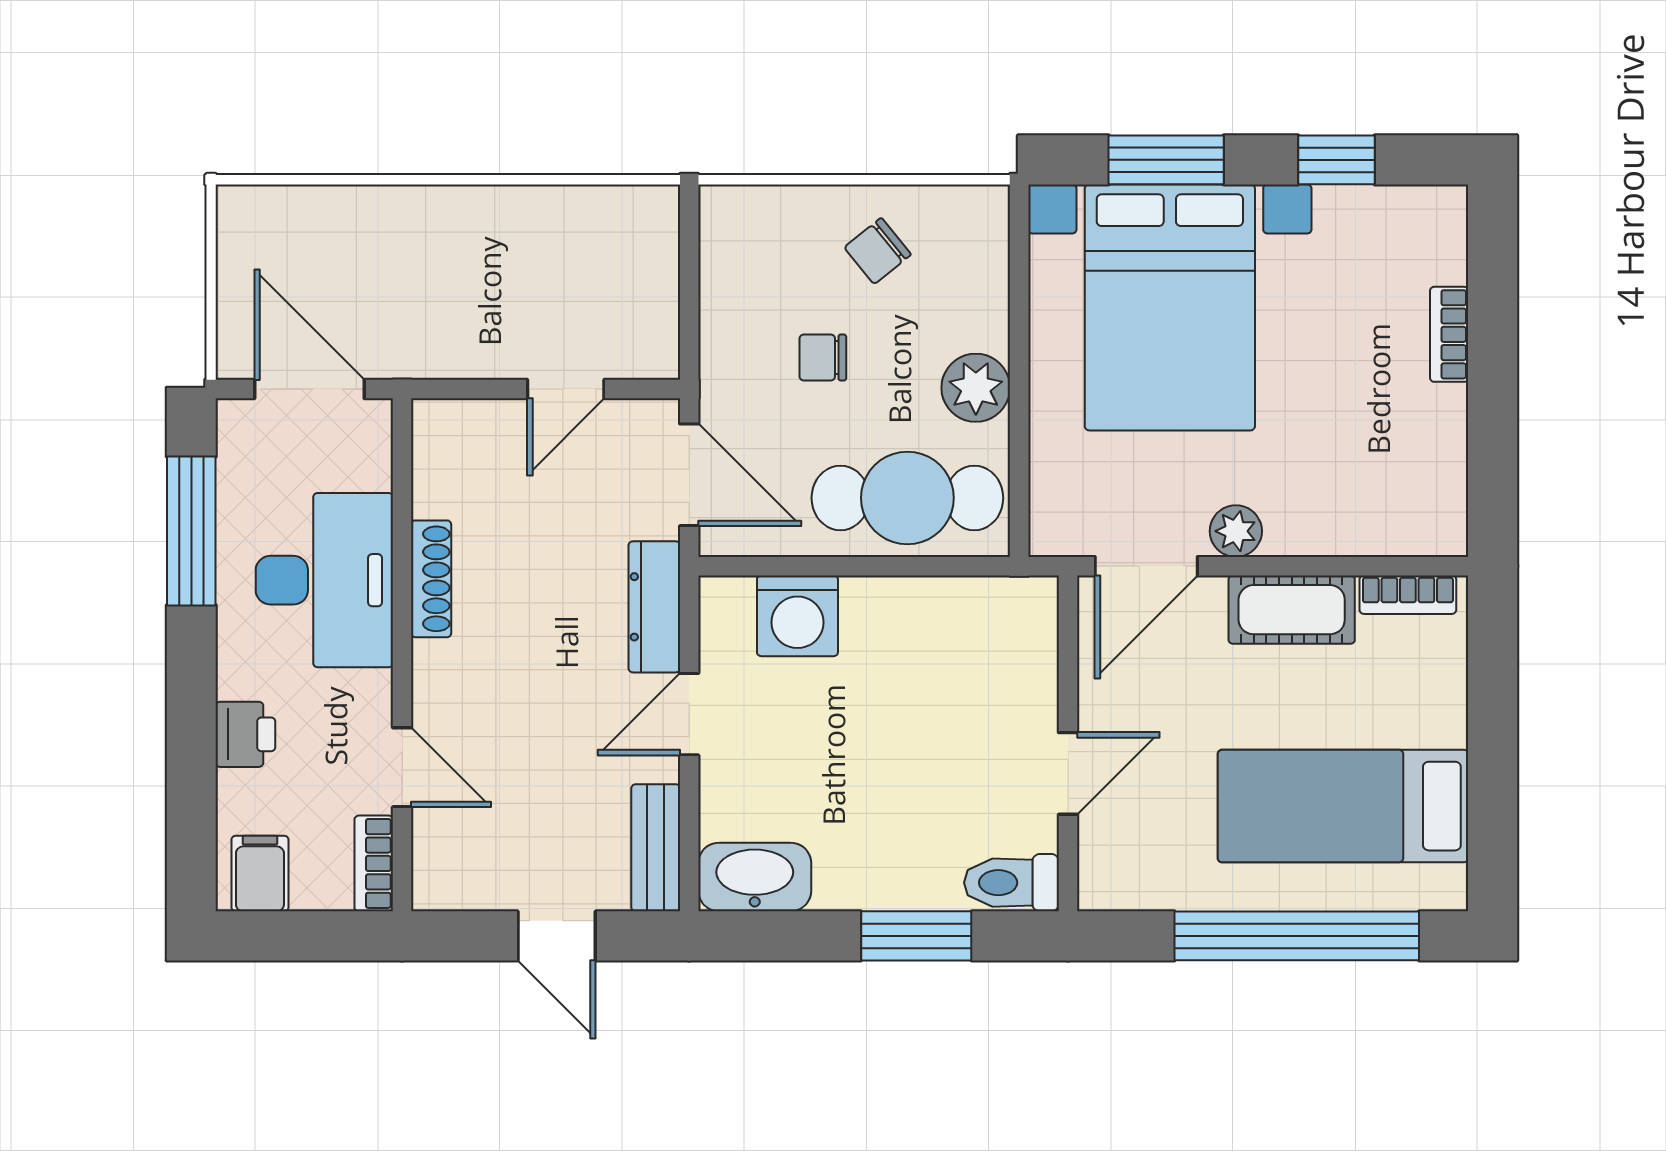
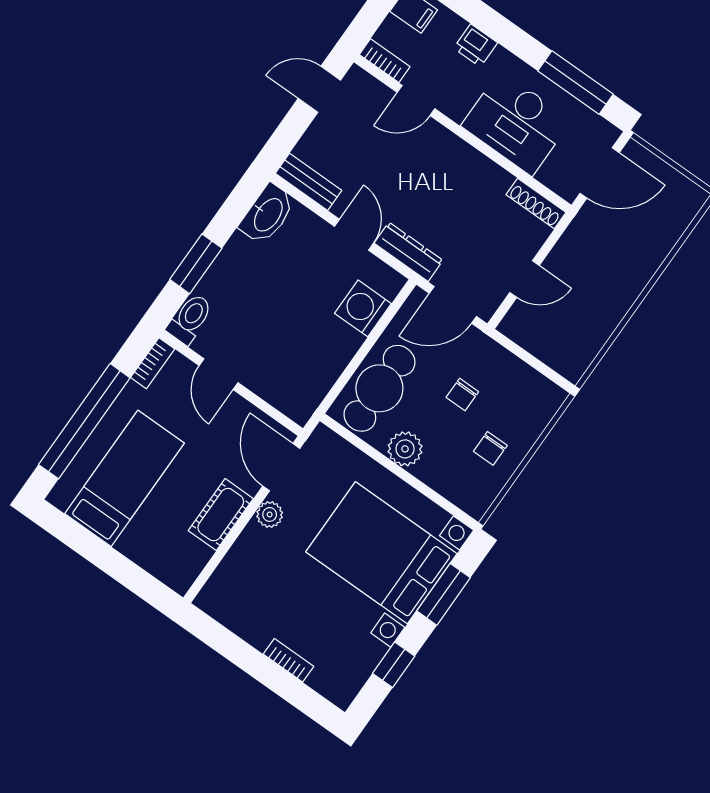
chair: (878, 251) -> (490, 448), turned -141
chair: (823, 358) -> (462, 395), turned 180
door: (566, 389) -> (525, 279), swing flipped
shoe rack: (431, 579) -> (536, 203), moved
bookcase: (1408, 595) -> (153, 363), moved, turned 180
door: (557, 936) -> (319, 89), moved

